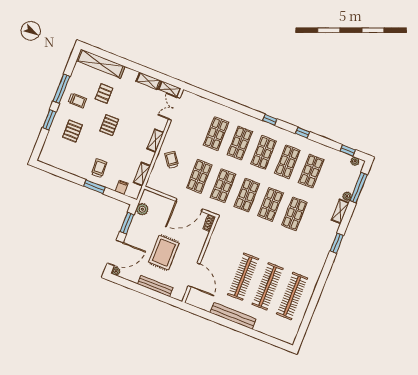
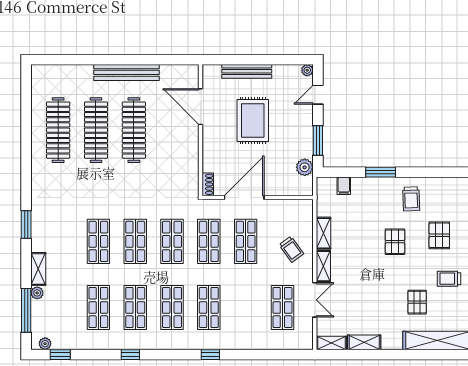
double door: (174, 109) -> (315, 300), moved
window: (270, 120) -> (210, 355), moved
pallet: (109, 125) -> (395, 242), moved
shop shelf: (216, 134) -> (282, 307), moved
trolley: (99, 168) -> (411, 199), moved
shelving: (142, 174) -> (323, 233), moved
door: (115, 253) -> (318, 95), width x0.53

